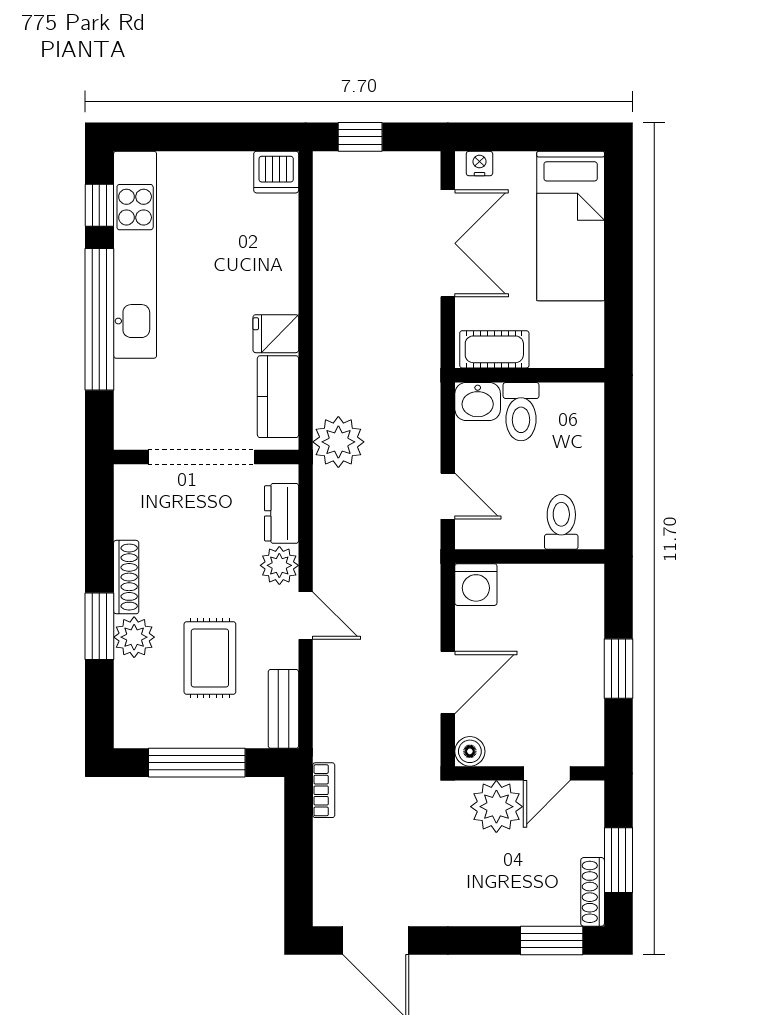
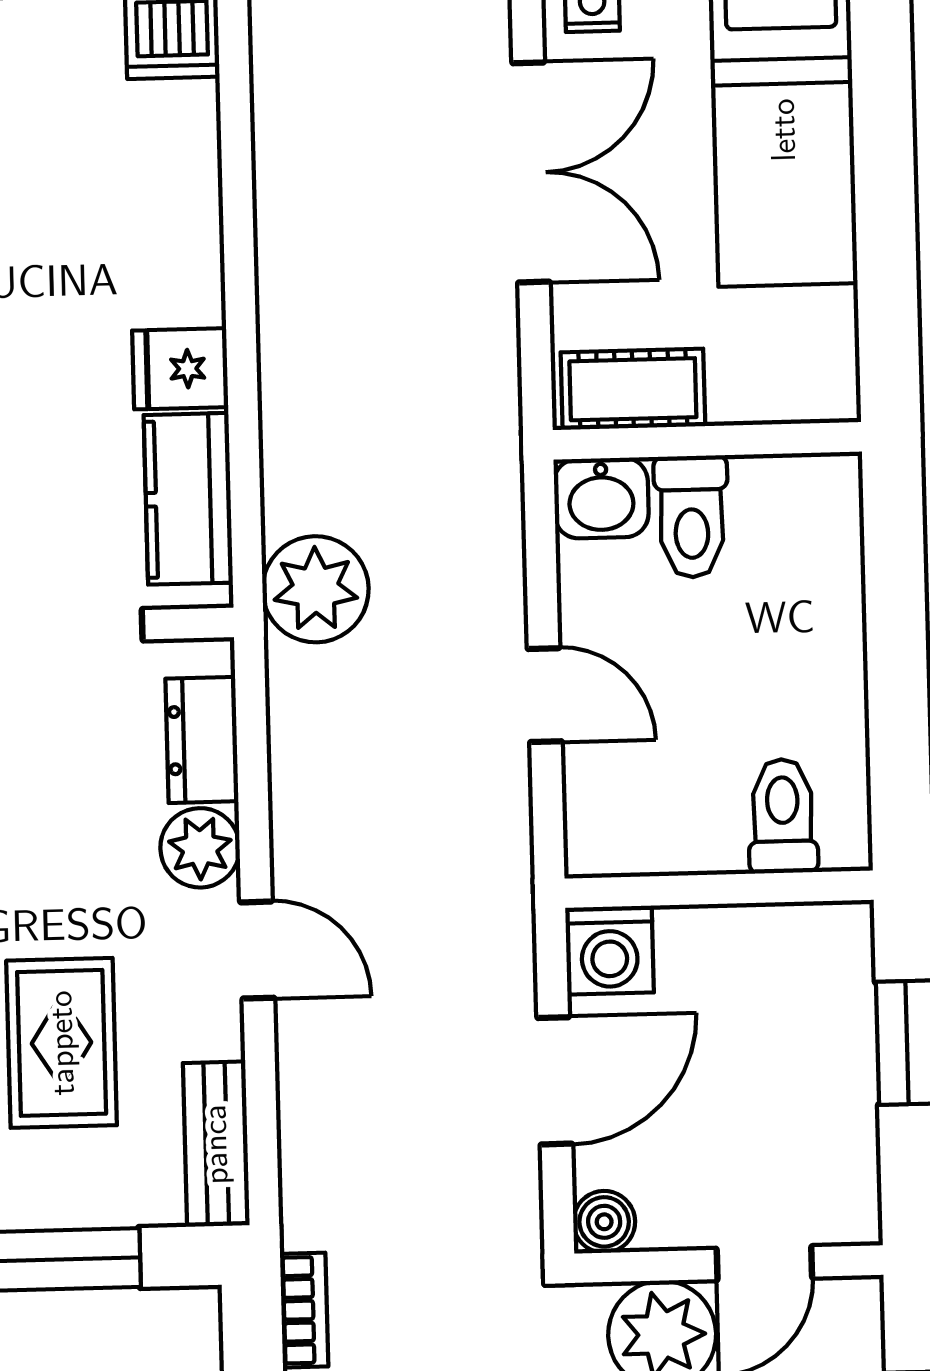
toilet: (561, 522) -> (783, 816), moved
wall: (530, 556) -> (719, 889), moved
washing machine: (476, 585) -> (610, 950), moved

